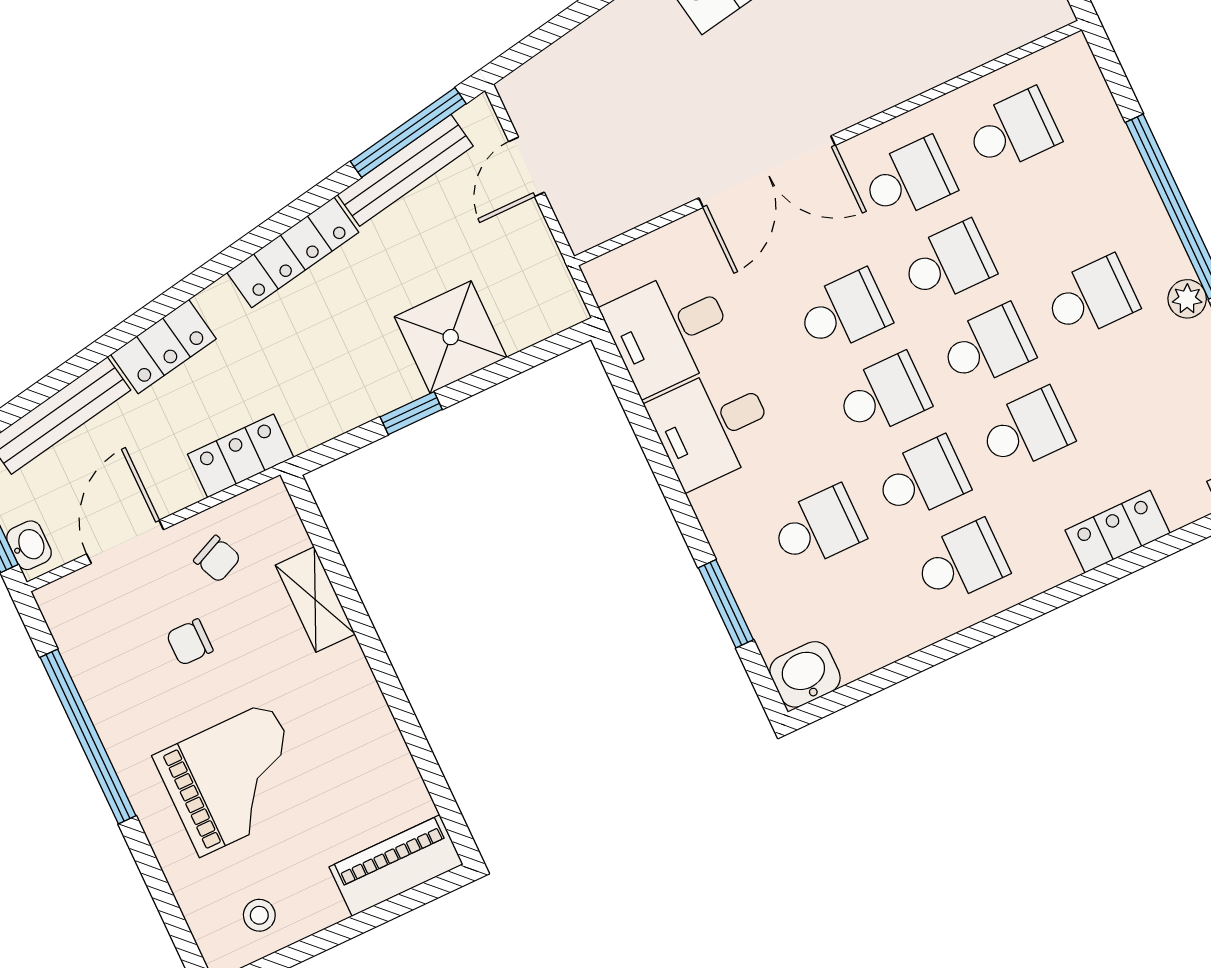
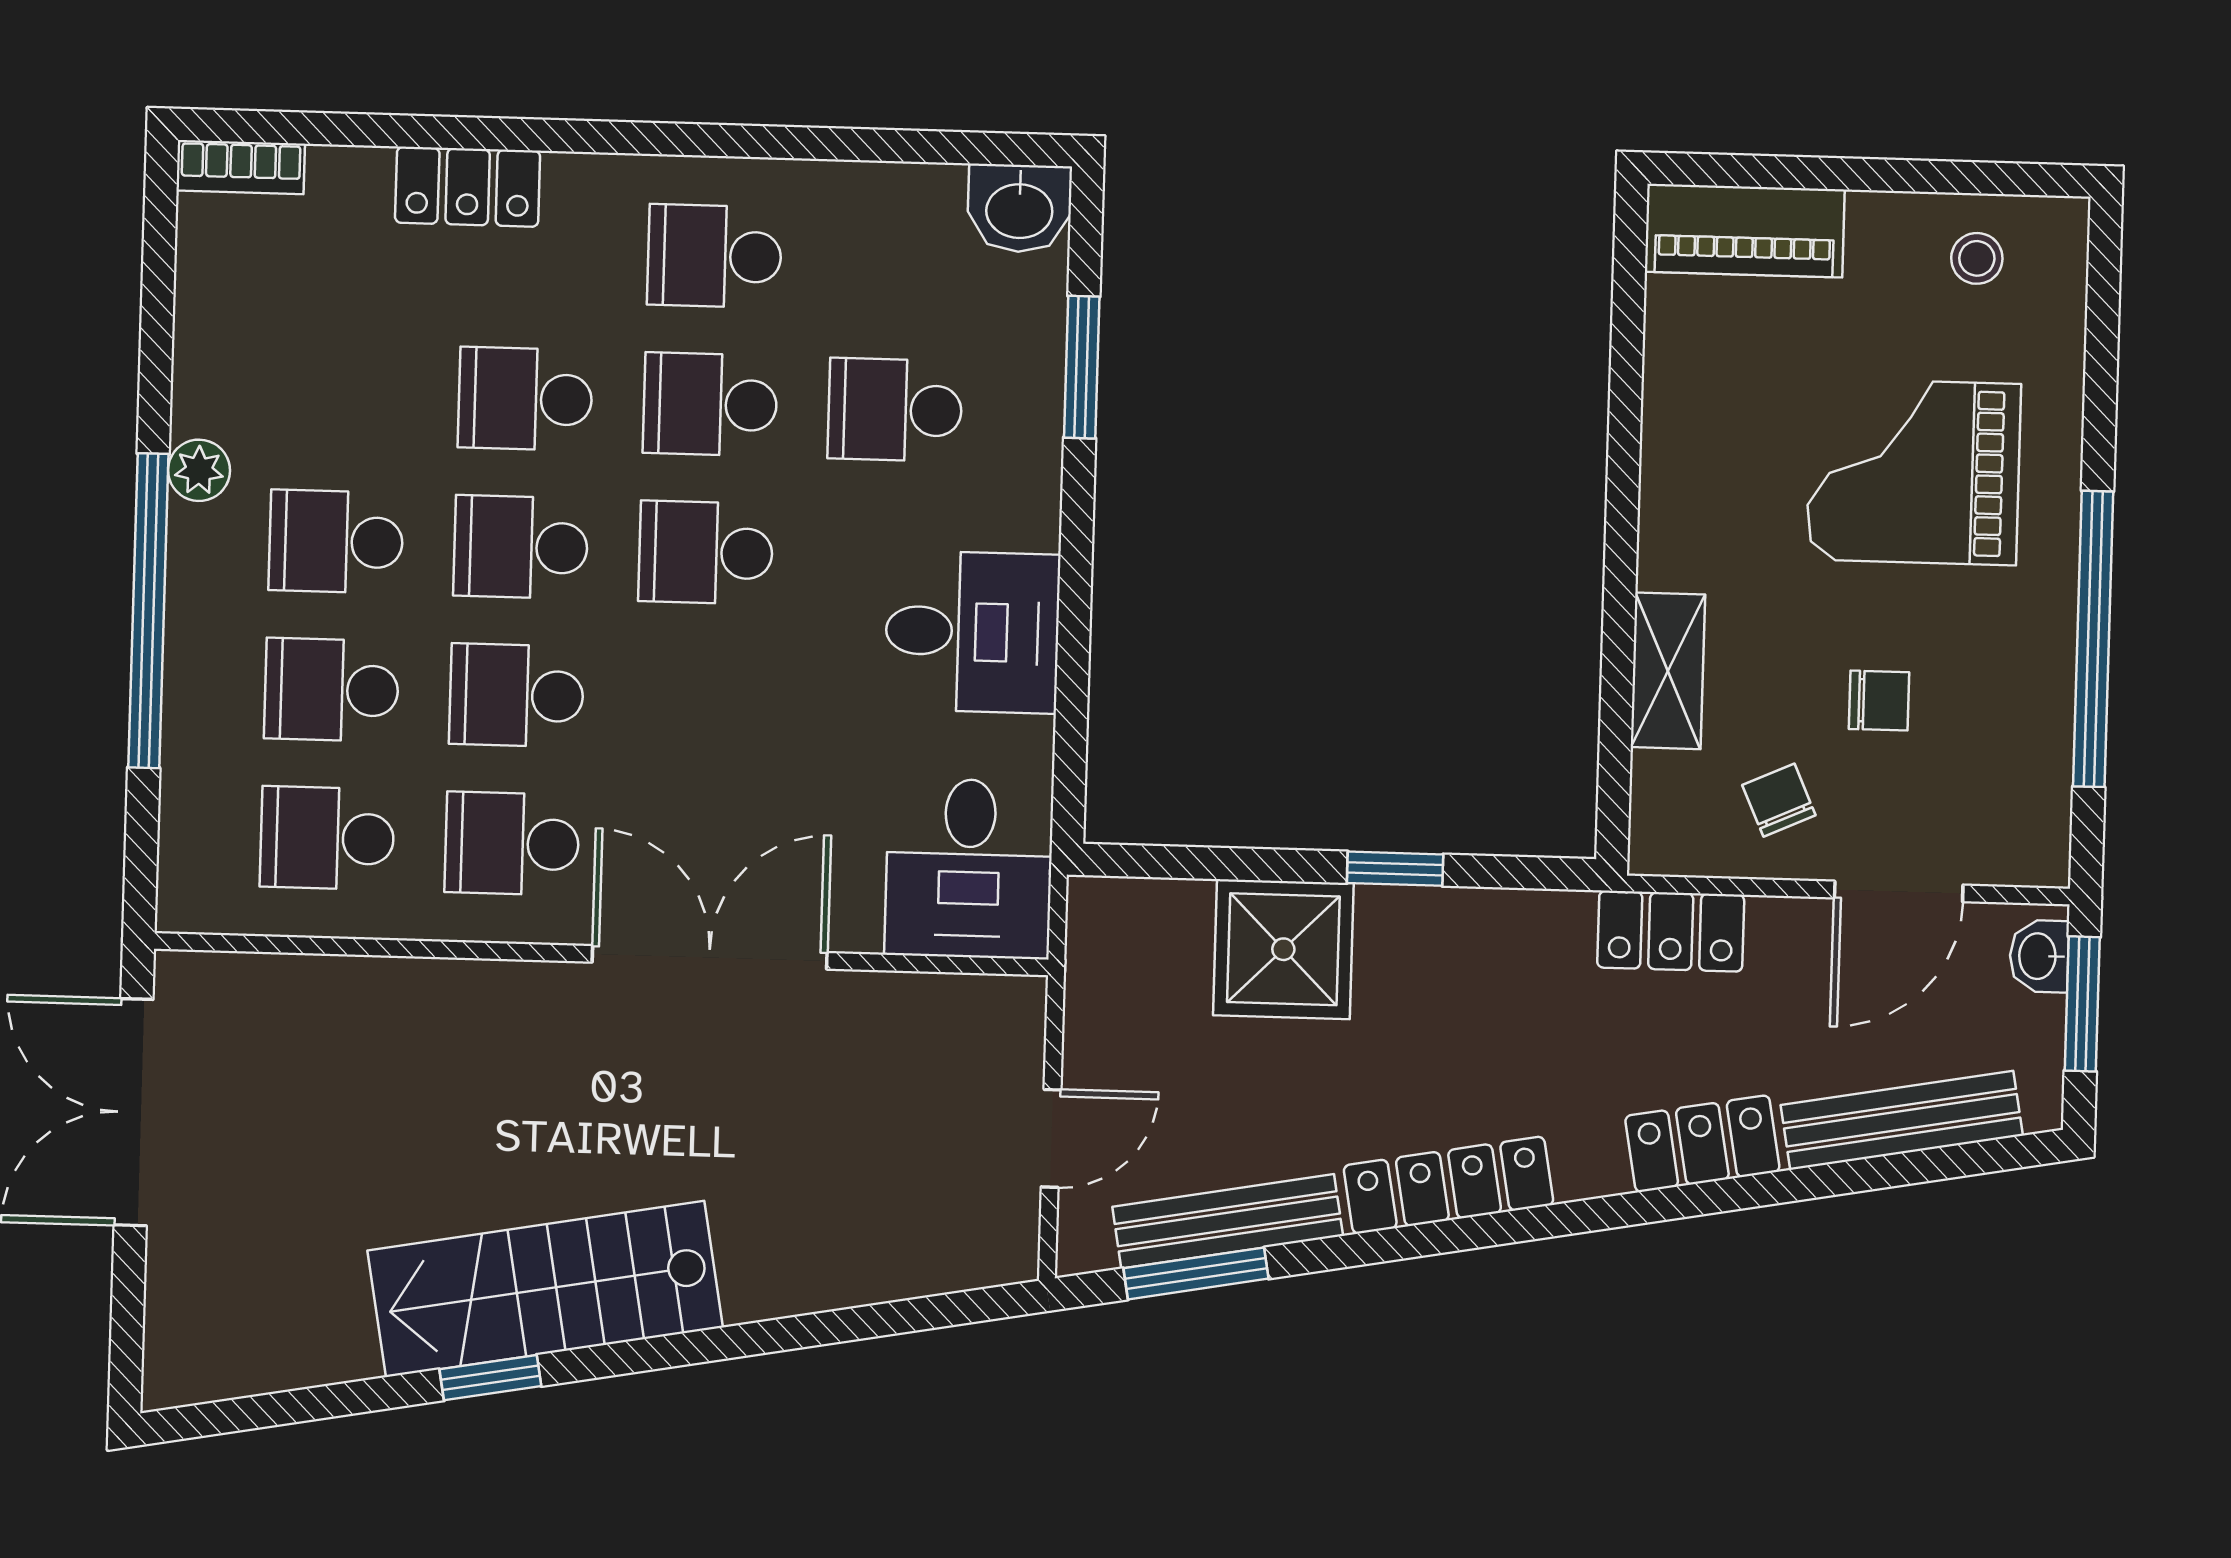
window: (408, 132) -> (1196, 1273), width x0.69
school desk: (844, 312) -> (332, 690), moved
desk: (670, 331) -> (969, 868), moved, turned 90

